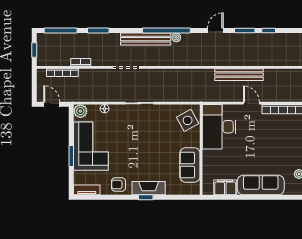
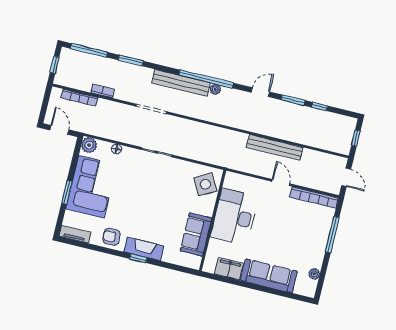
desk: (219, 127) -> (235, 217), moved

